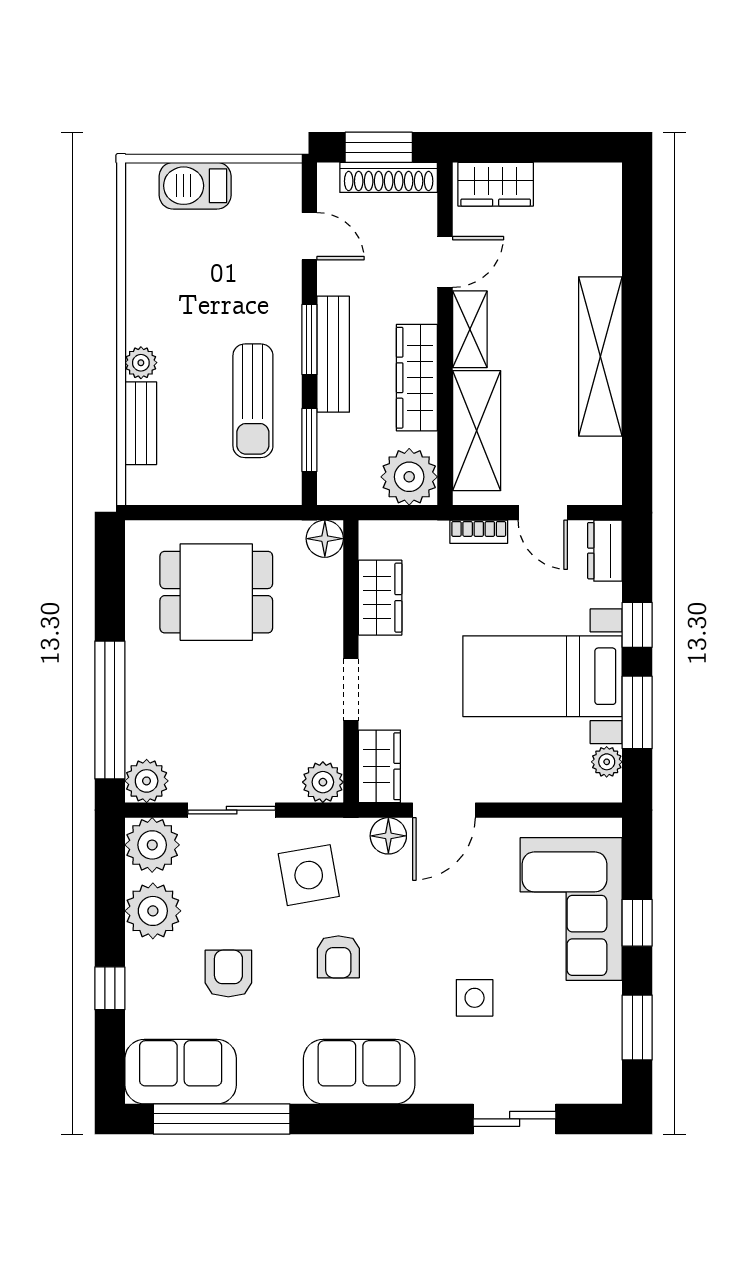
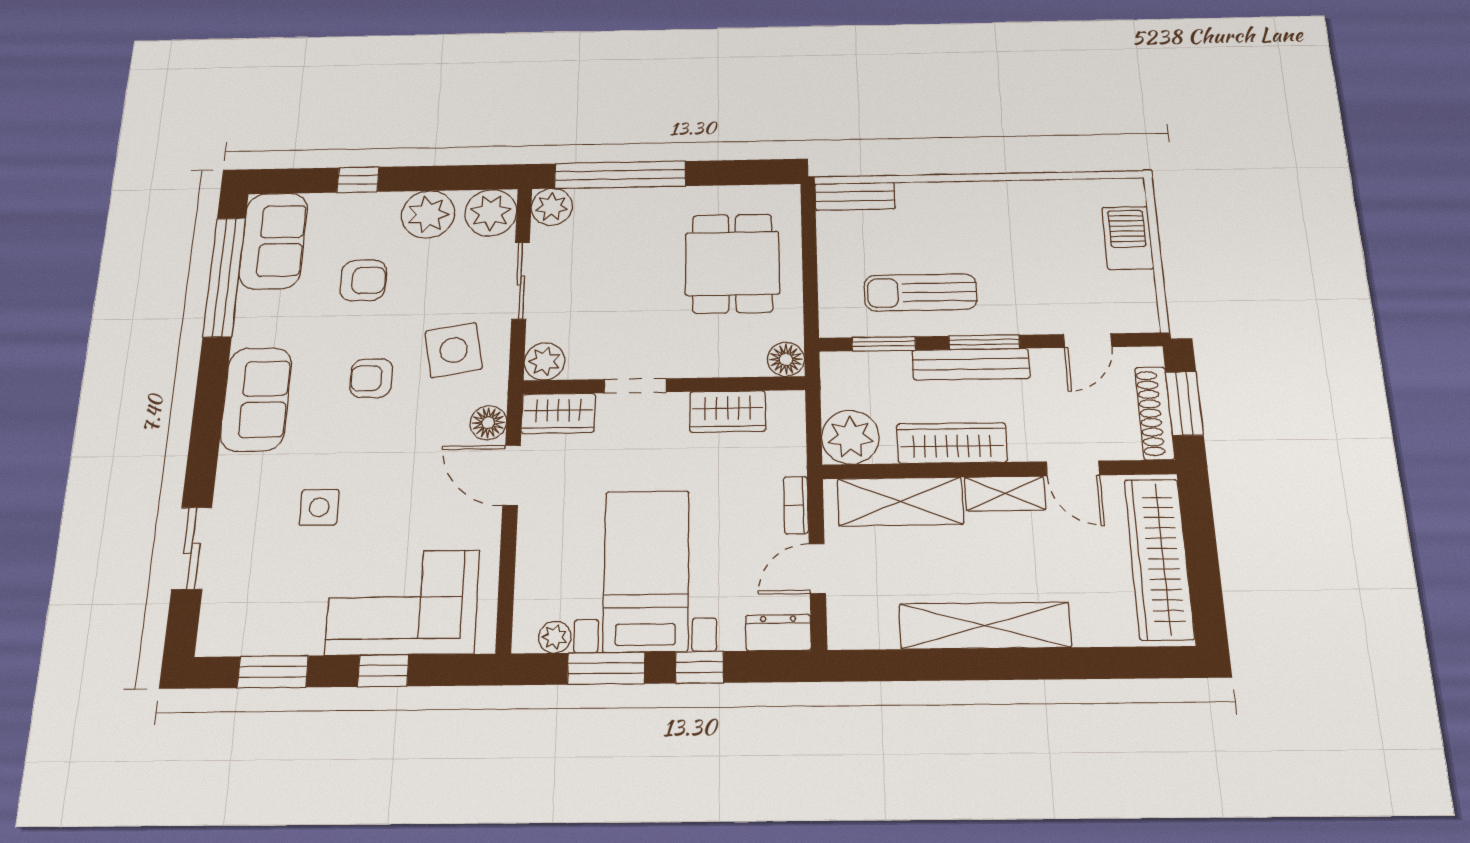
wardrobe: (496, 184) -> (1159, 559), width x2.10, depth x1.17
plant: (141, 363) -> (952, 195), removed
bench: (141, 423) -> (855, 196), moved

